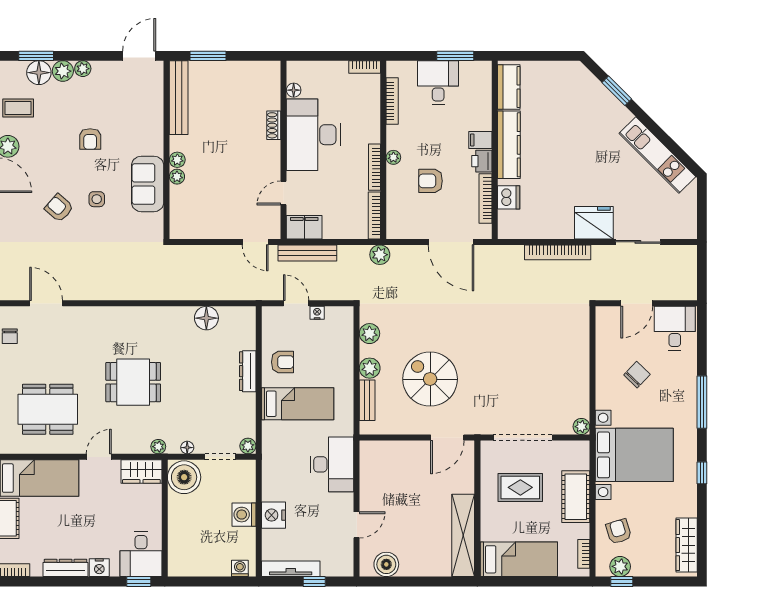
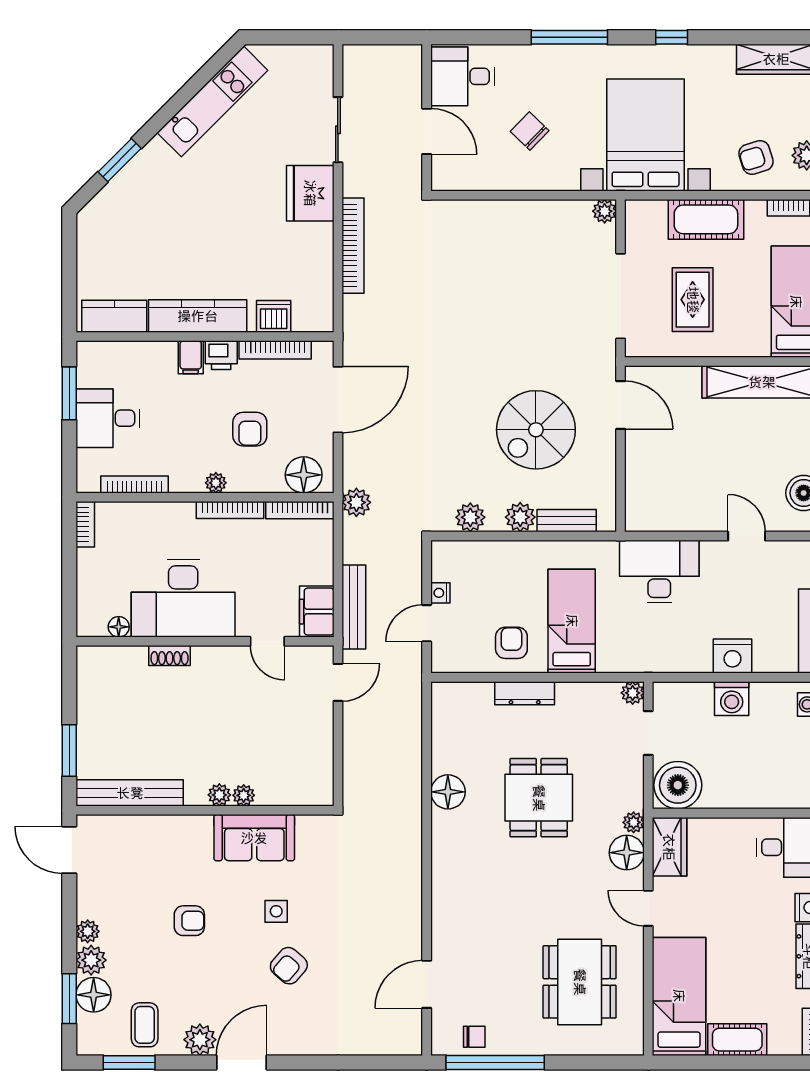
floor lamp: (399, 218) -> (304, 475), added
floor lamp: (206, 318) -> (448, 792), moved
dining table: (133, 382) -> (539, 798), moved
floor lamp: (187, 448) -> (627, 853), moved, width x1.89, depth x1.89

